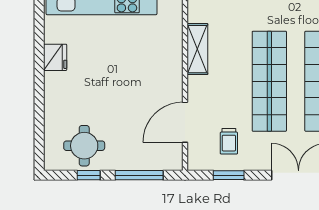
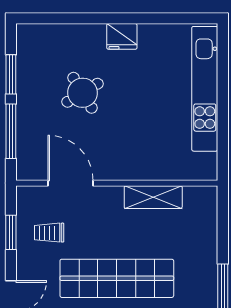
fridge: (55, 57) -> (122, 36), moved
round table: (84, 146) -> (83, 93), moved, turned -31
window: (89, 175) -> (11, 74), width x1.50

